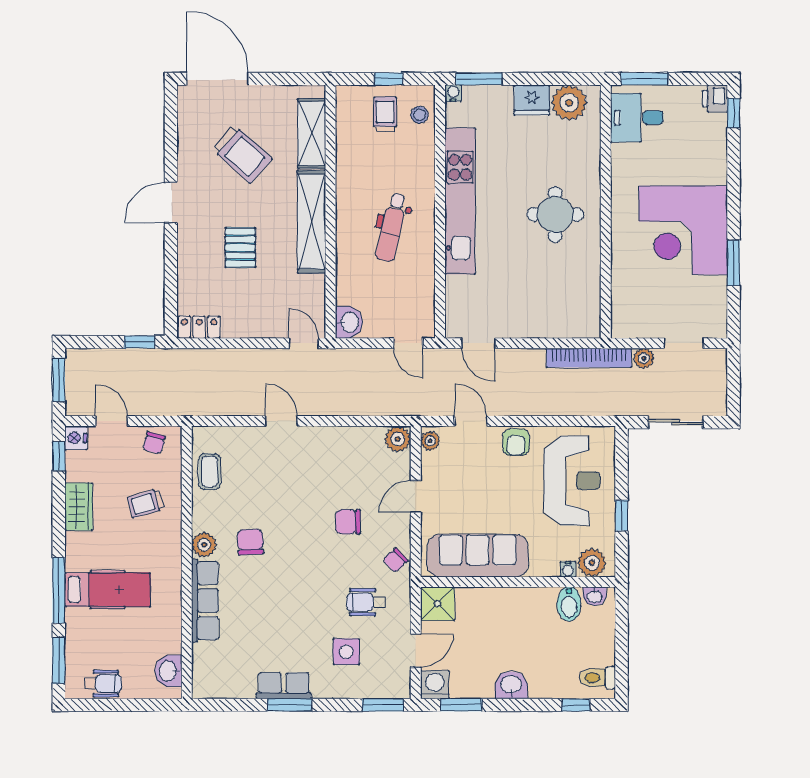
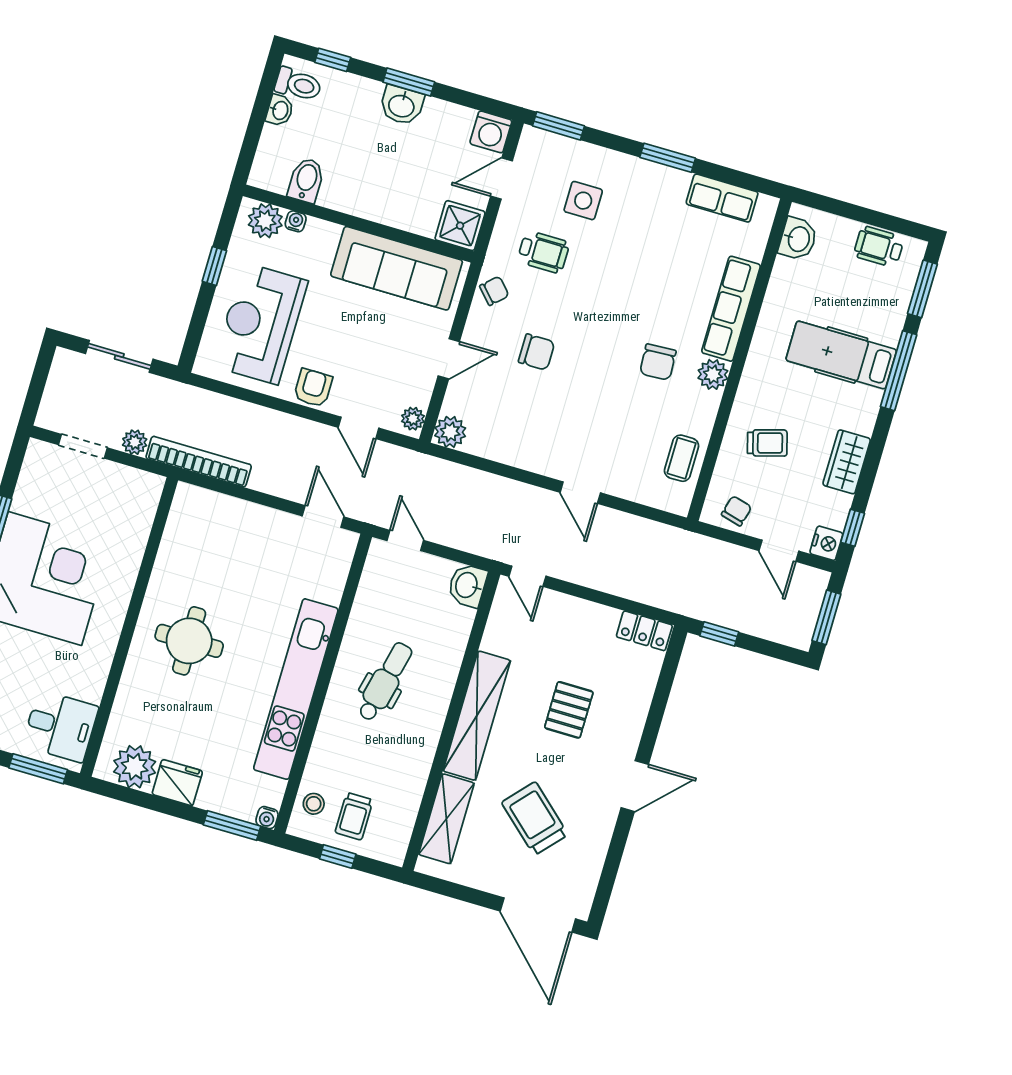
washbasin: (595, 596) -> (280, 110), moved, turned 90
row of seats: (284, 686) -> (722, 198), moved
window: (461, 705) -> (409, 82), moved

